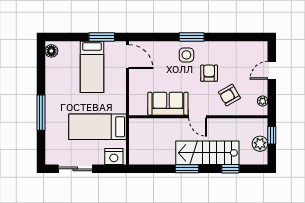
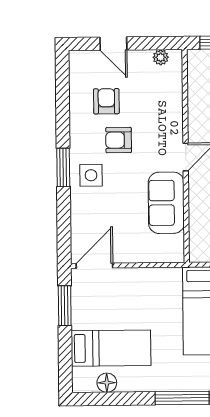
floor lamp: (51, 51) -> (107, 383), moved
bed: (92, 67) -> (111, 348), moved
armchair: (229, 95) -> (106, 101), moved, turned -150

